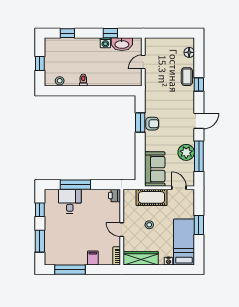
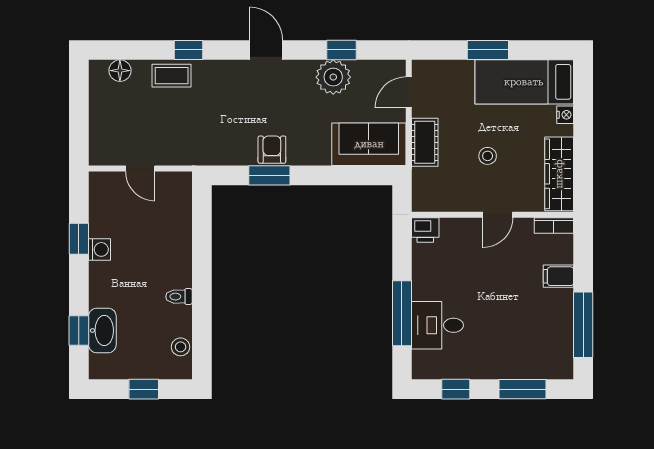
washbasin: (122, 44) -> (102, 330), moved
window: (199, 156) -> (341, 50), width x0.46
cot: (151, 197) -> (425, 142), width x0.73, depth x0.75

